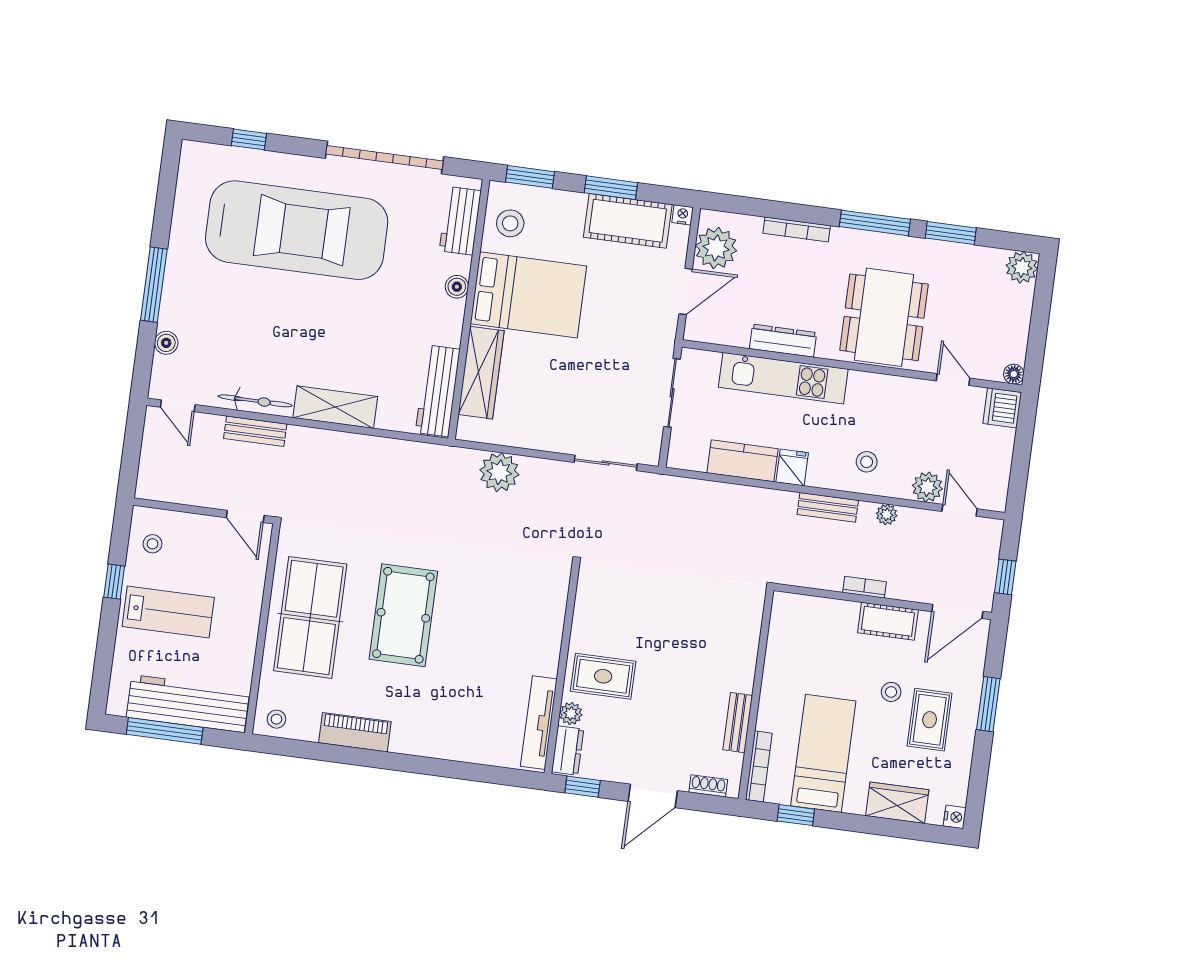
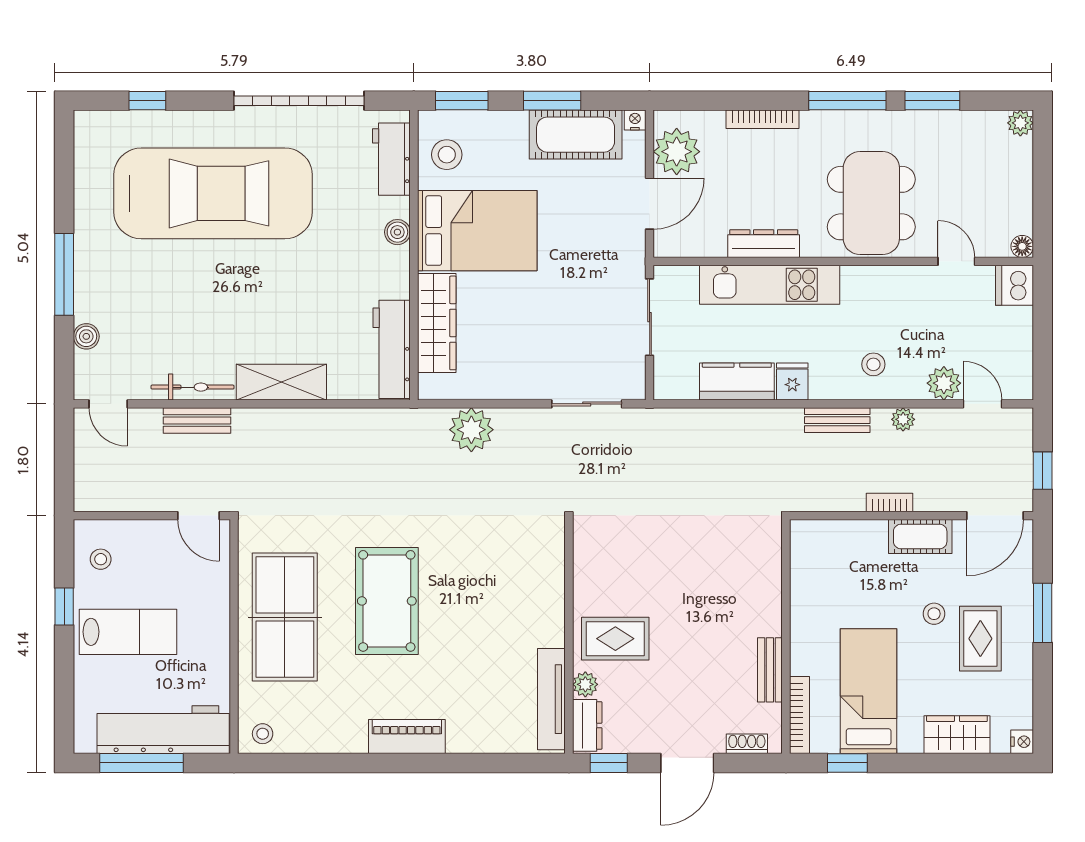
plant: (1022, 267) -> (1020, 123), width x0.73, depth x0.73
piano: (355, 732) -> (407, 737), moved

